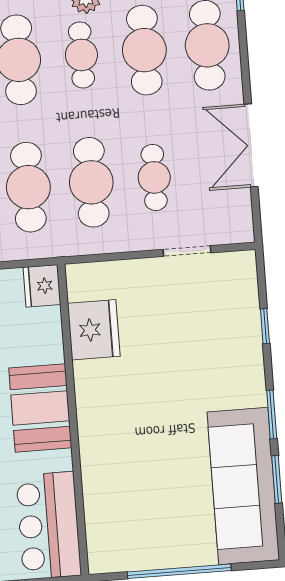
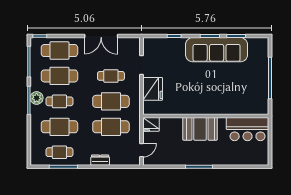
fridge: (94, 330) -> (153, 89), moved, turned 90
sofa: (243, 486) -> (217, 50), moved

